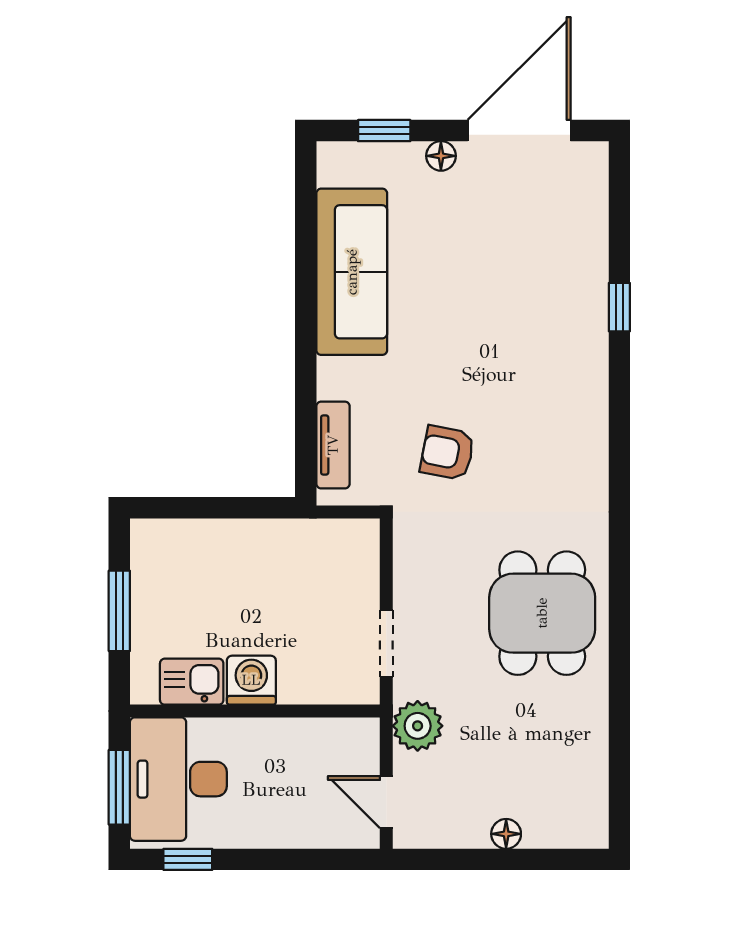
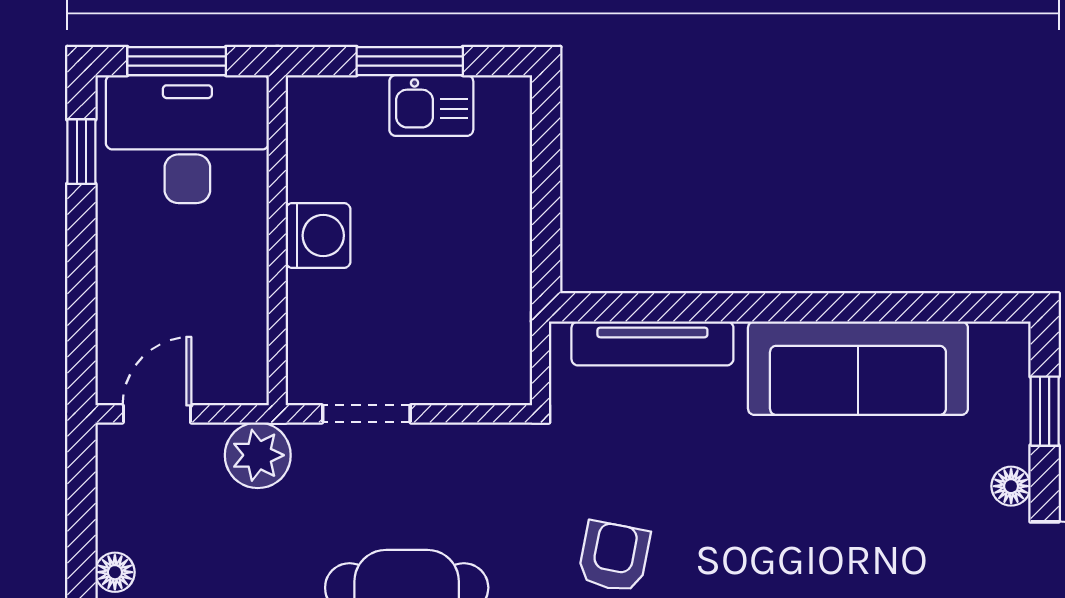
tv unit: (333, 445) -> (652, 343), width x1.41
armchair: (447, 453) -> (614, 557), moved
kitchen sink: (192, 682) -> (431, 105), moved, turned 90

